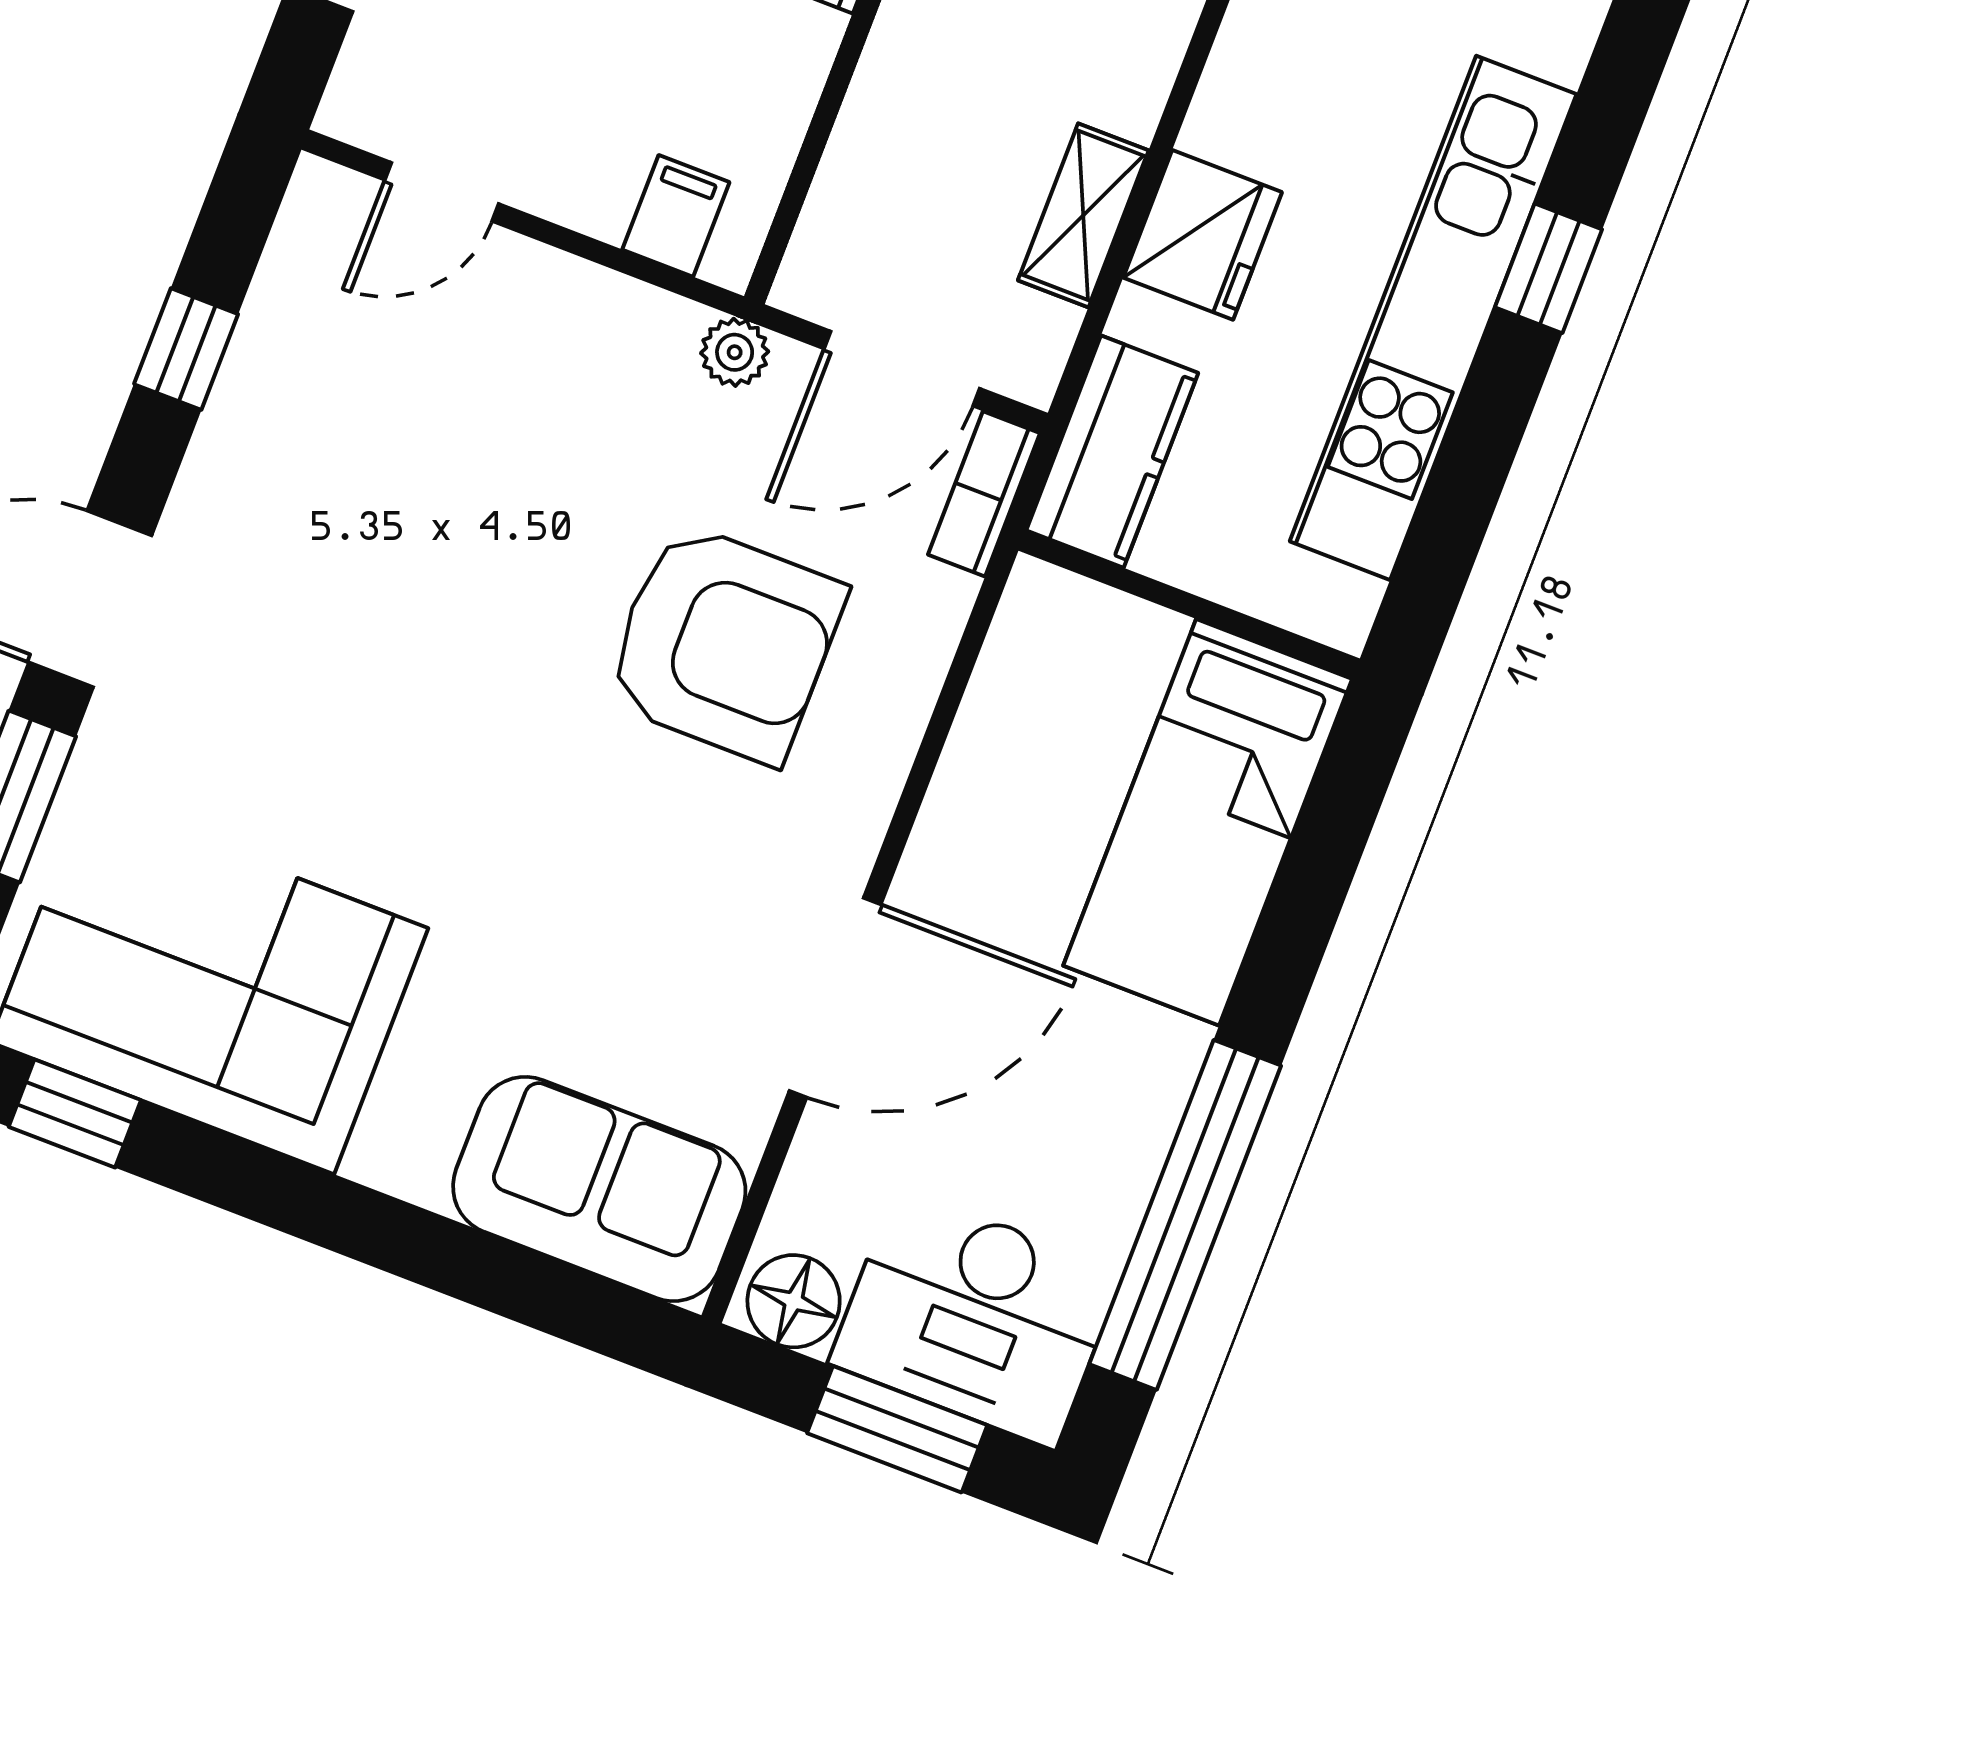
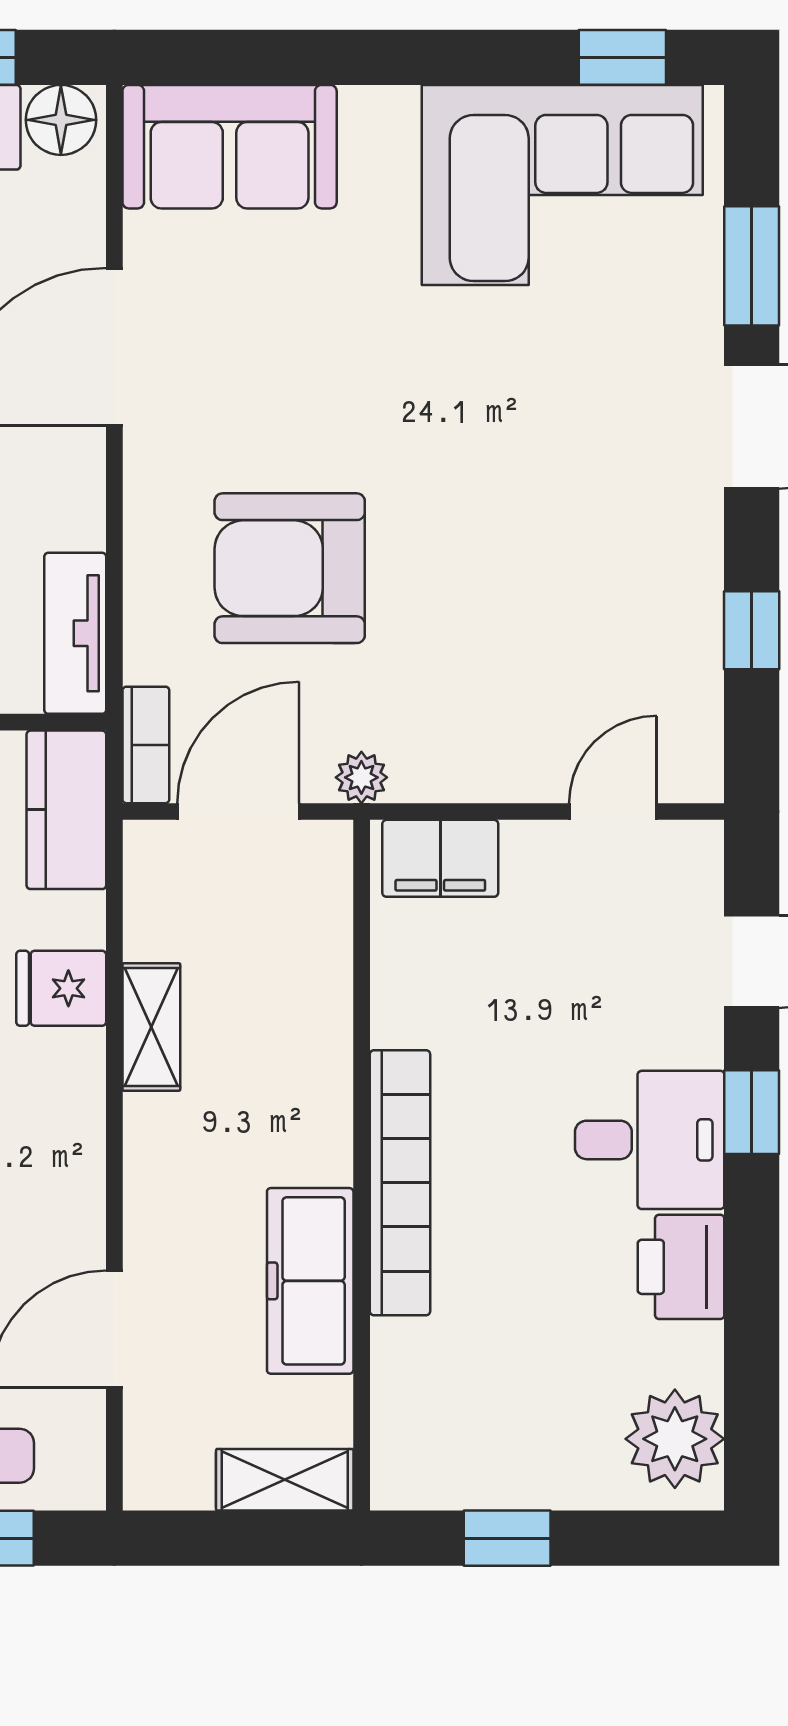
shelving: (1083, 215) -> (151, 1027), moved
filing cabinet: (676, 216) -> (440, 858), width x2.00
fridge: (1203, 235) -> (61, 988), width x0.72
tv unit: (1018, 664) -> (75, 633), added

